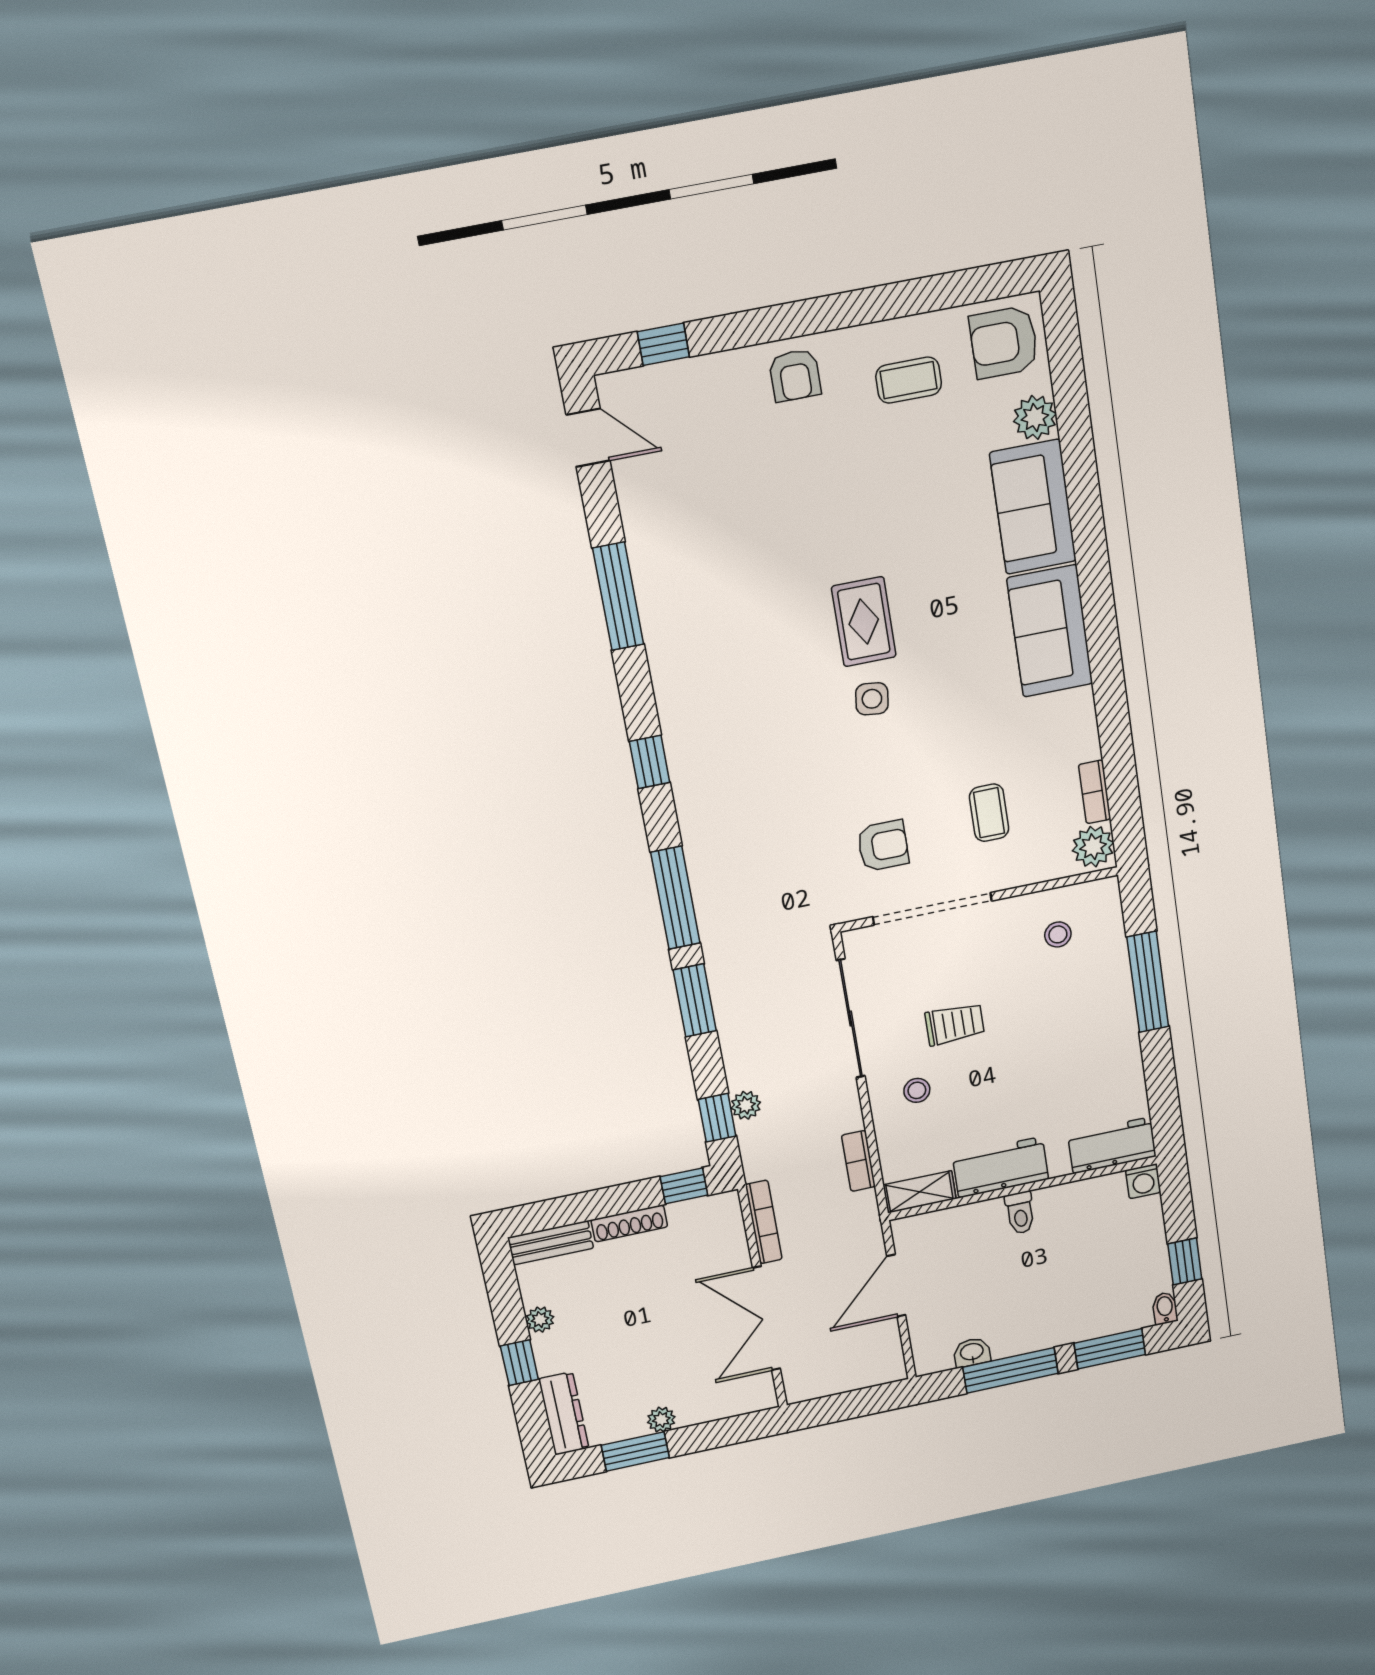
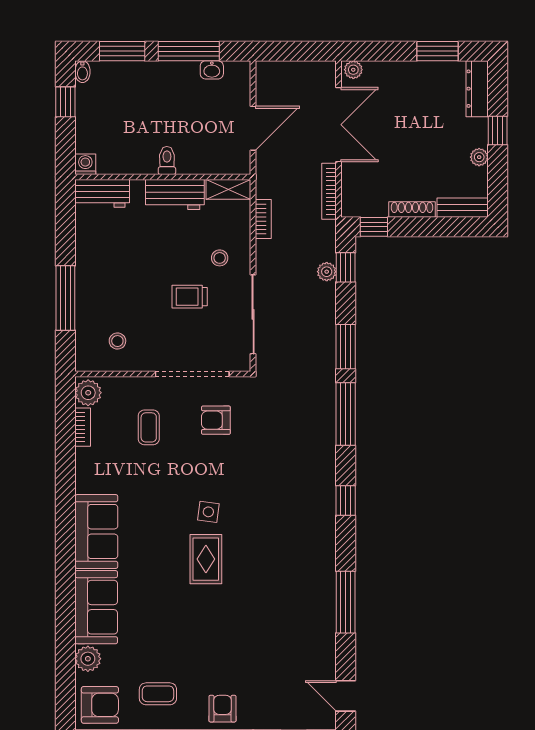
plant: (661, 1420) -> (353, 70), moved

